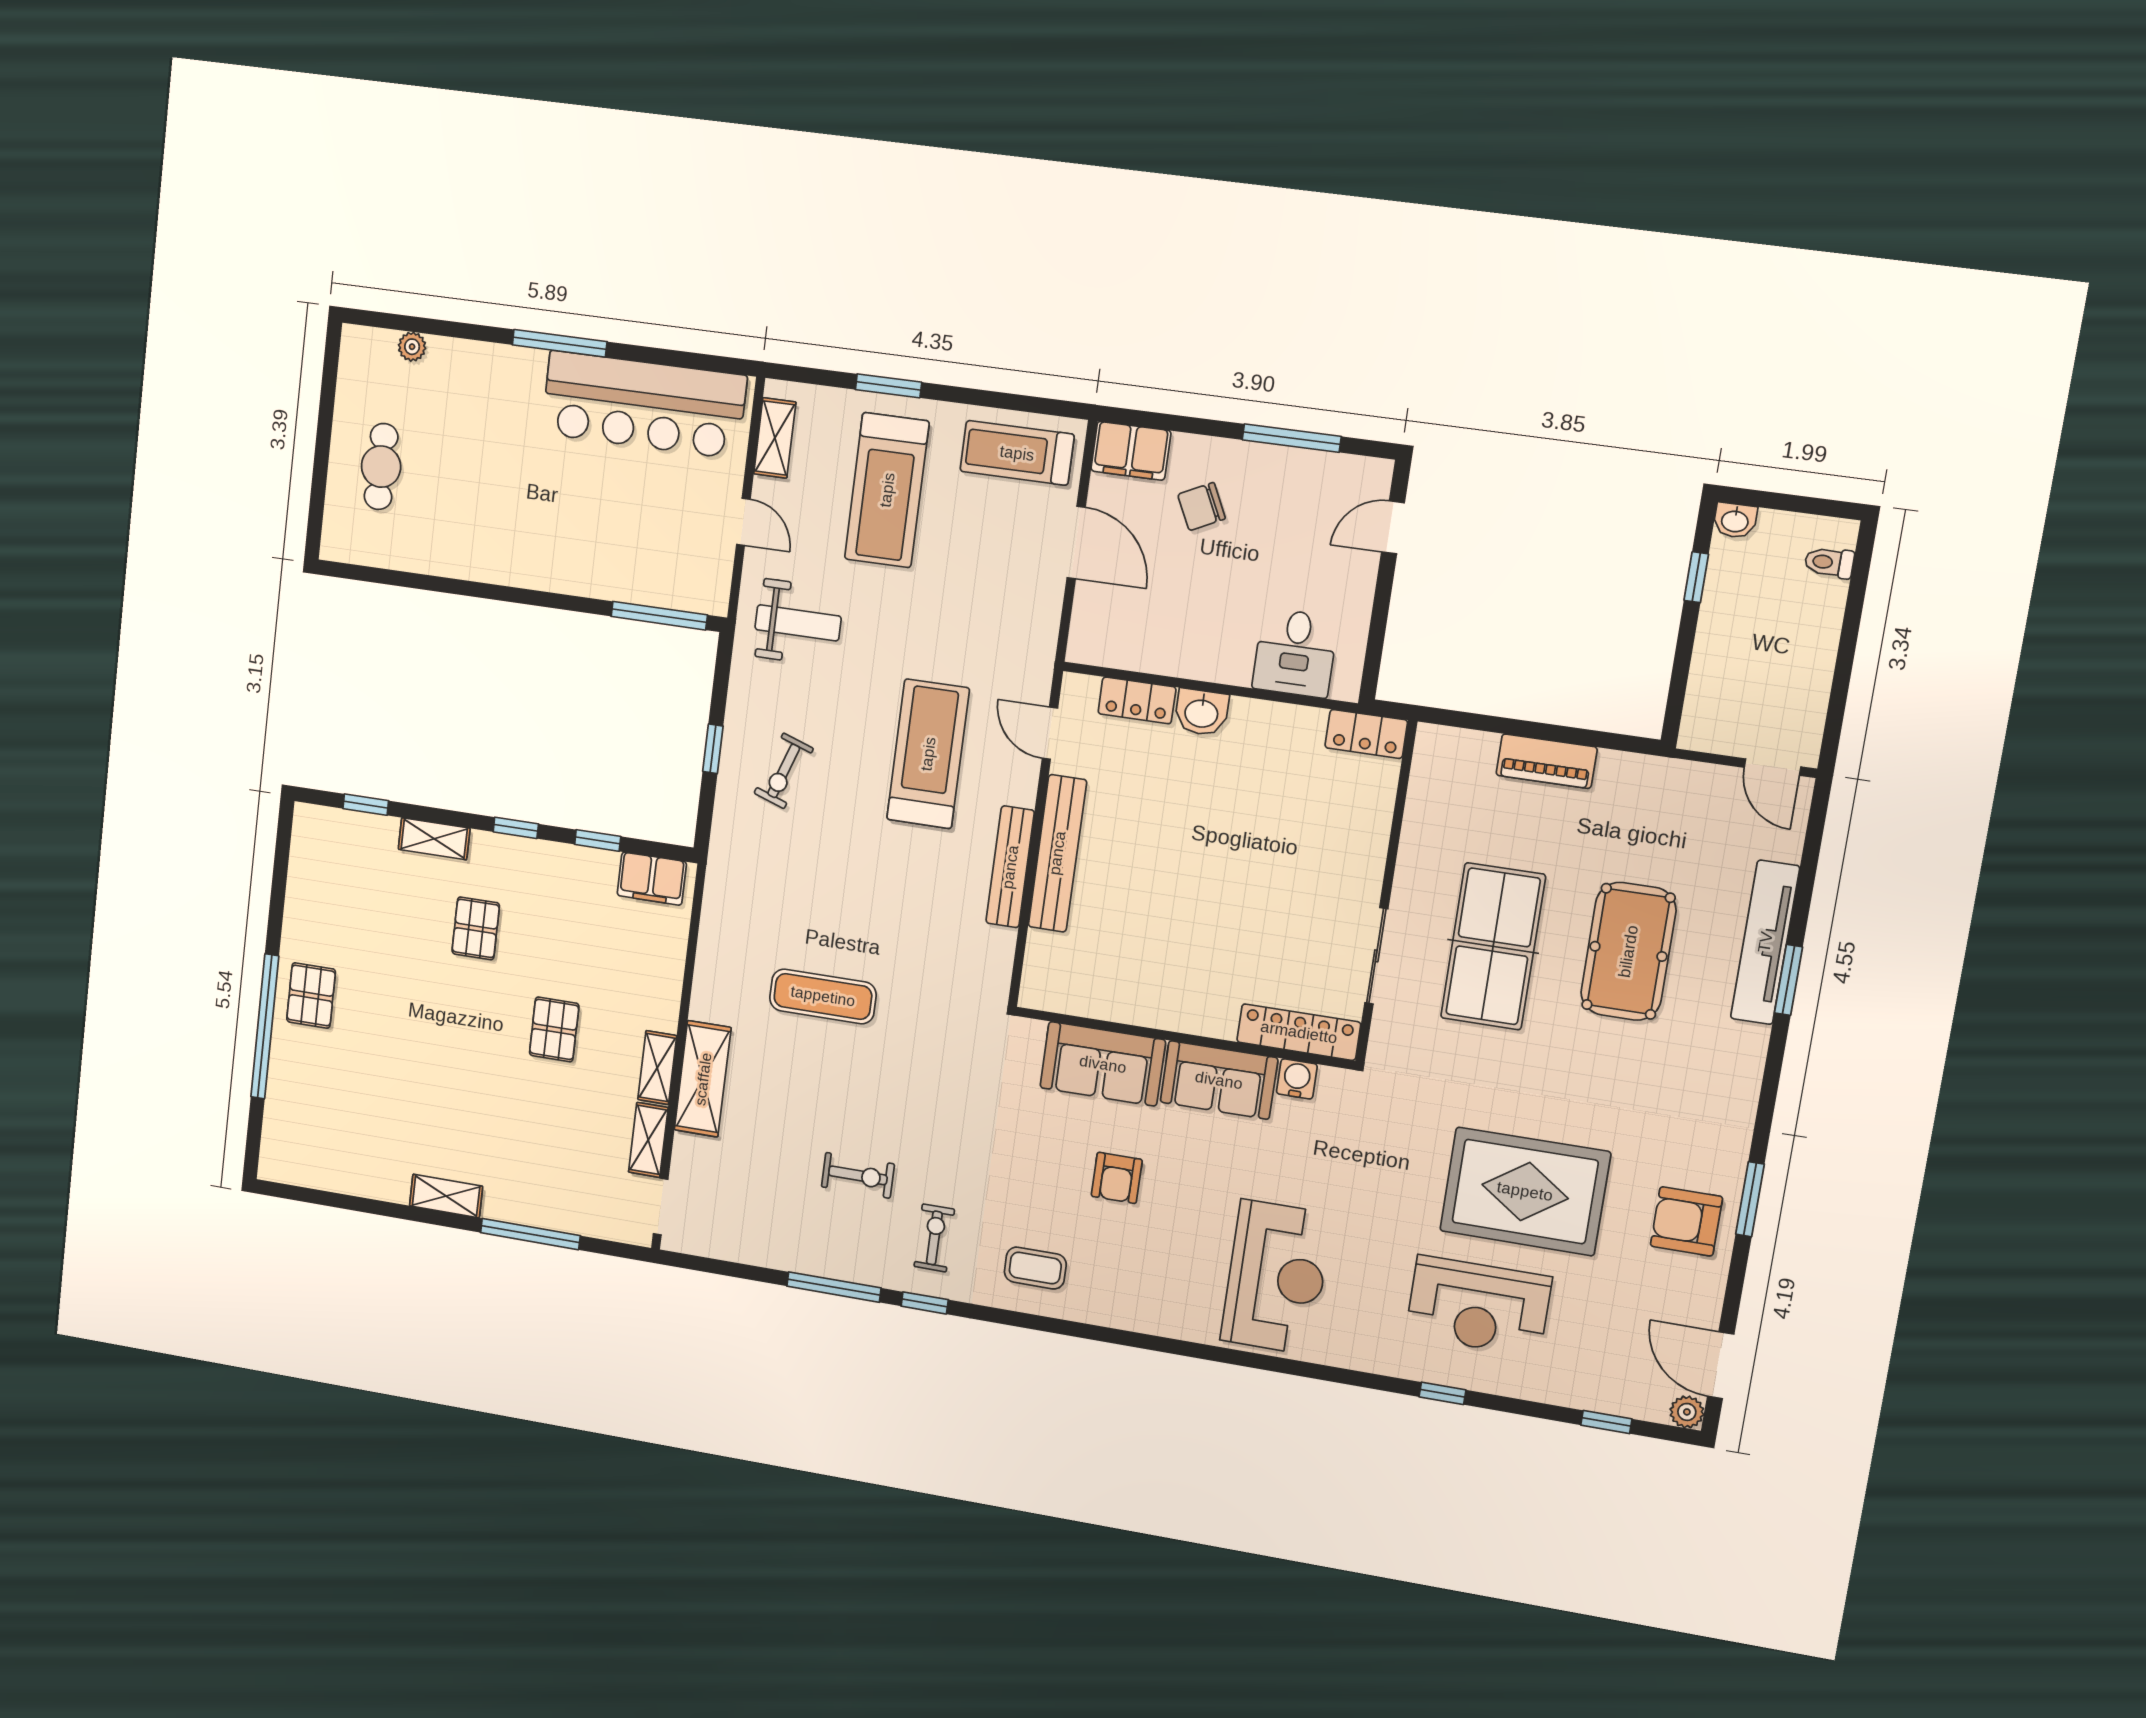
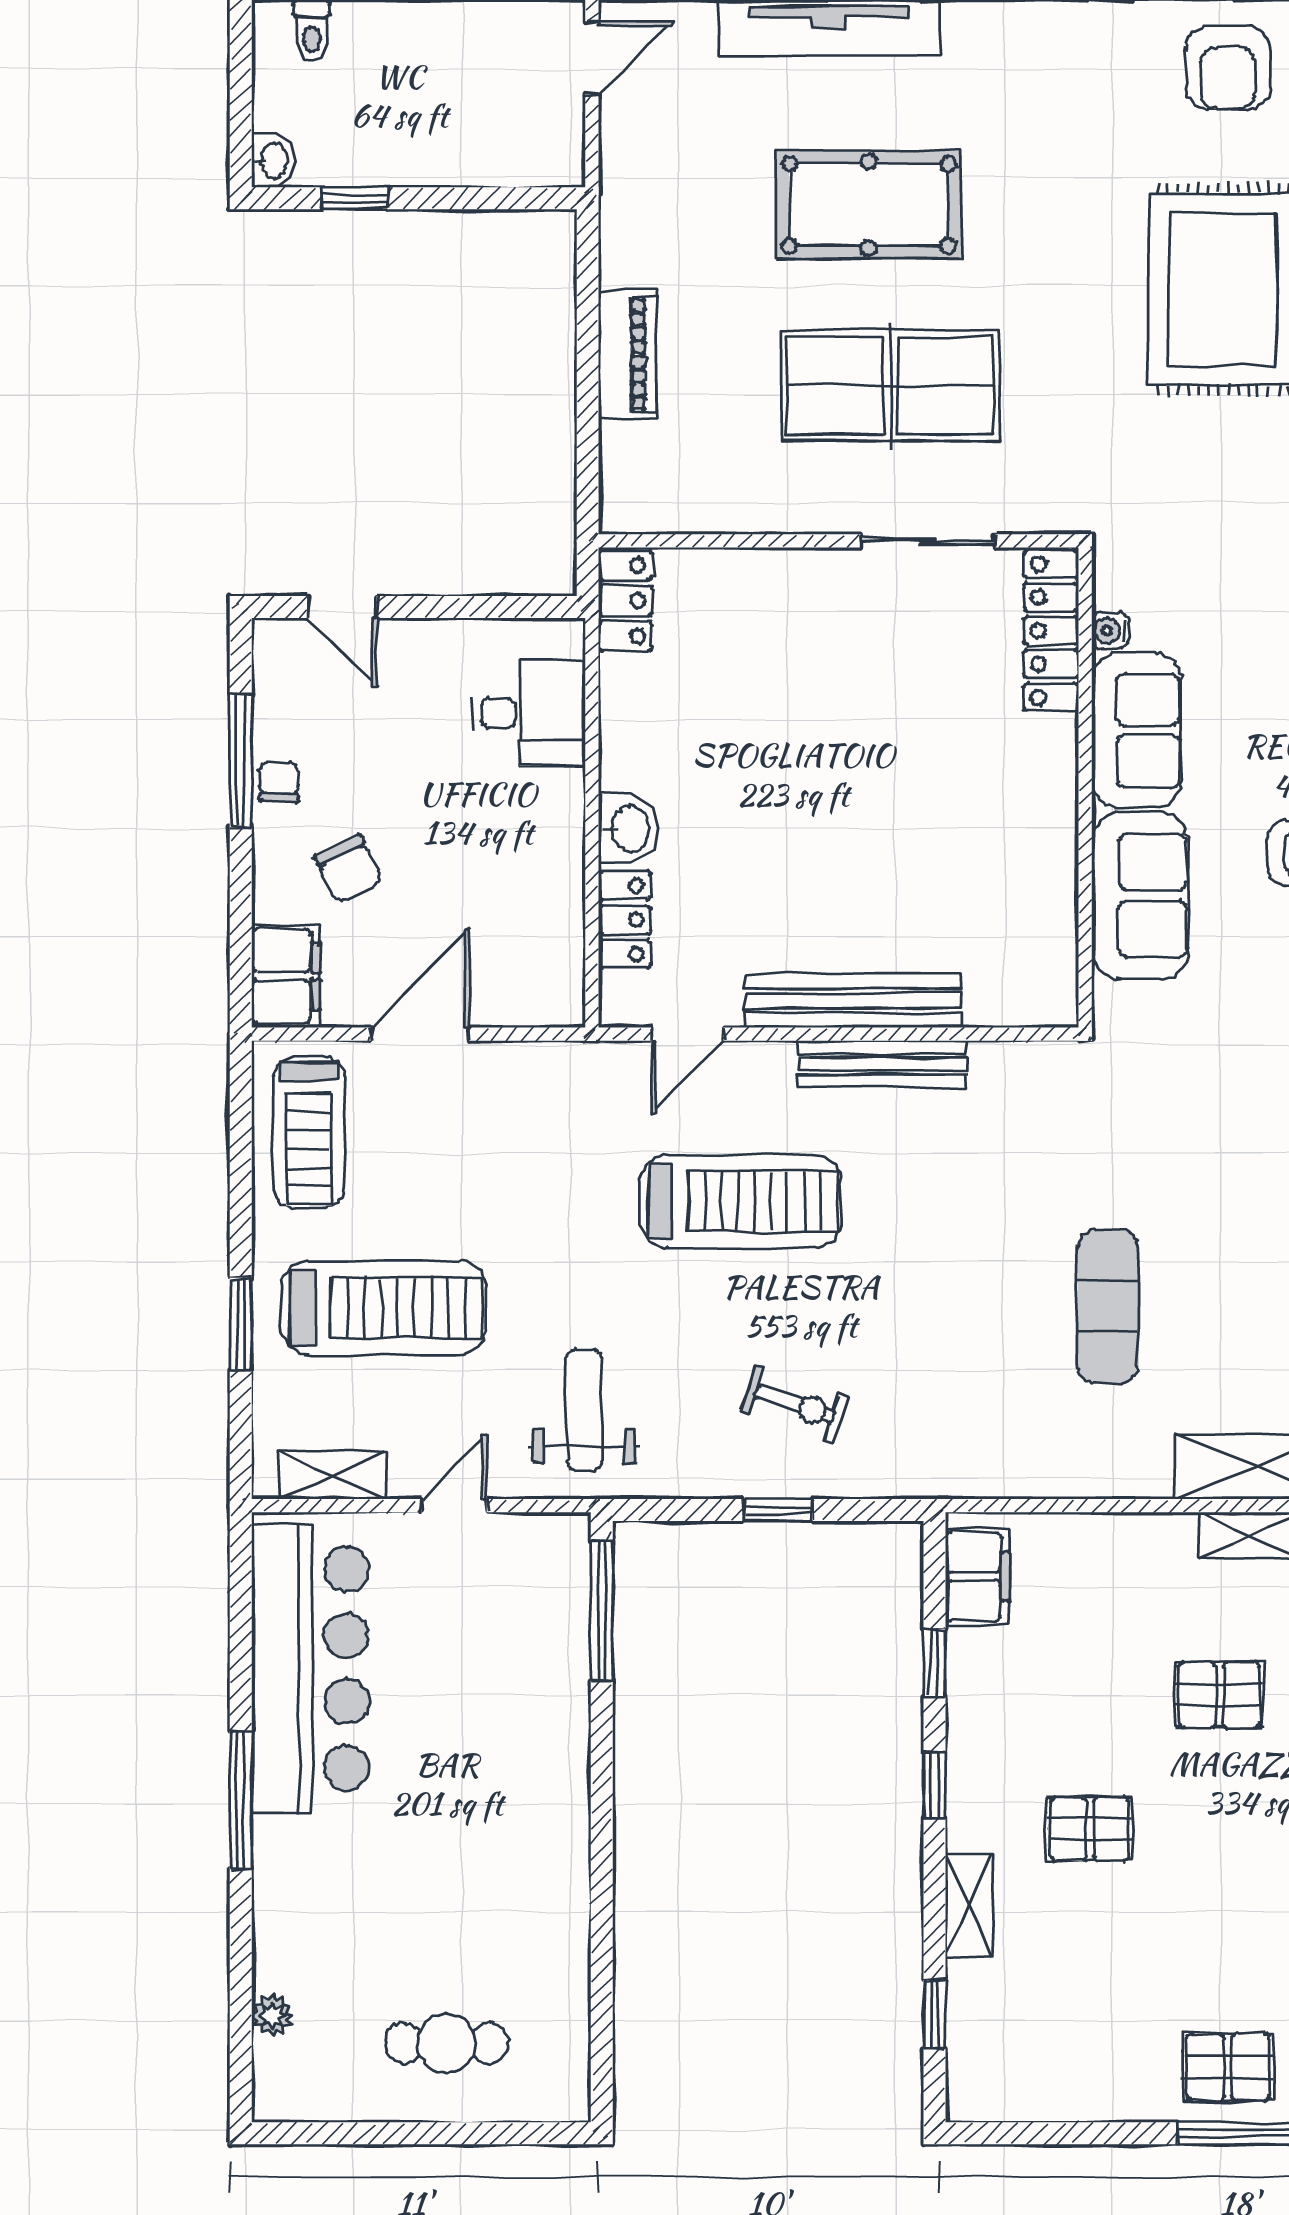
chair: (1272, 464) -> (279, 782), added
treadmill: (928, 754) -> (741, 1201), turned 180
water cooler: (1297, 1079) -> (1110, 630), width x0.72, depth x0.72

